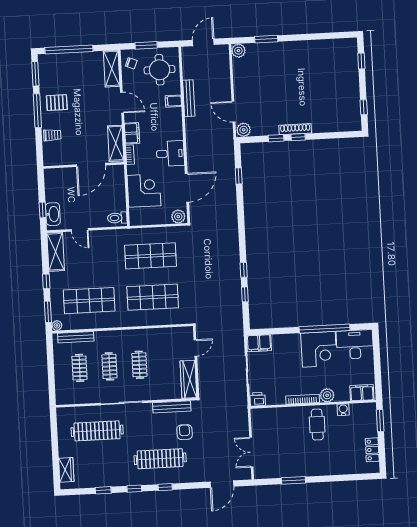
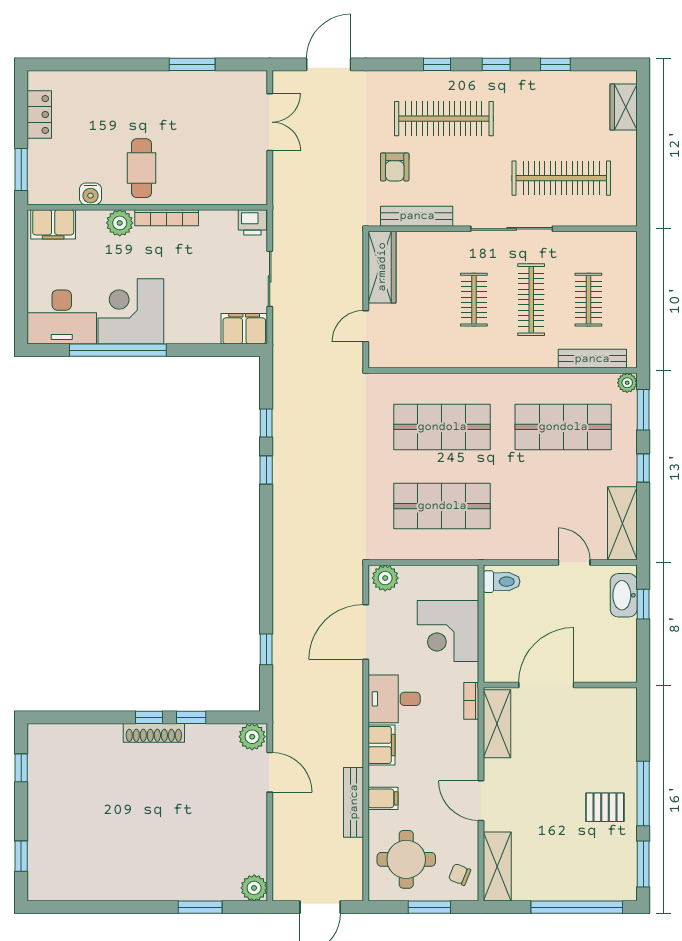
filing cabinet: (132, 133) -> (382, 745), moved, turned 180
trolley: (52, 135) -> (617, 746), removed
clothes rail: (109, 366) -> (531, 300), width x1.36

